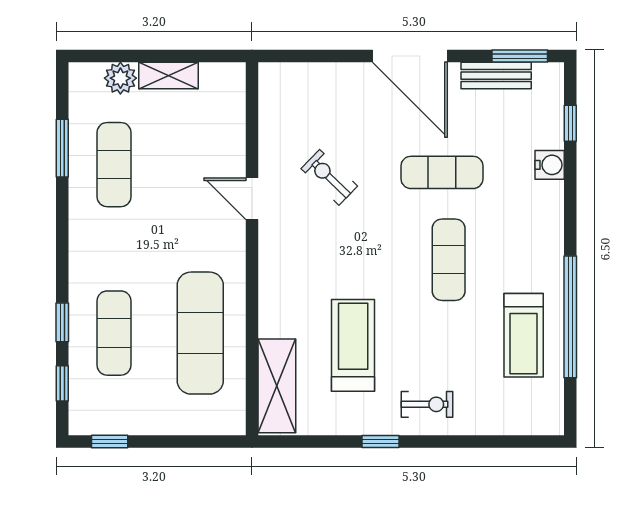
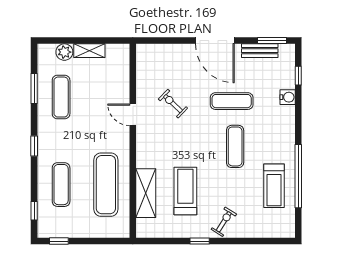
window: (62, 322) -> (34, 146), moved
shelving: (277, 386) -> (146, 193), moved
exercise bike: (427, 404) -> (224, 222), turned -58

